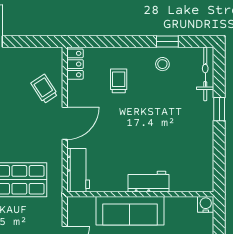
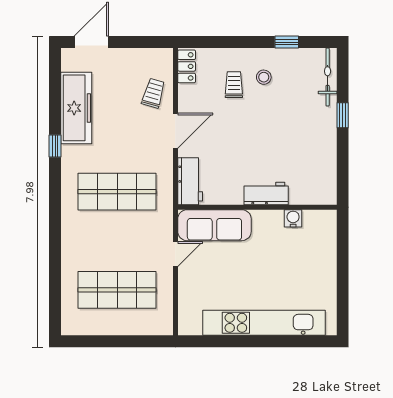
stool: (162, 64) -> (264, 77), moved
trolley: (44, 89) -> (153, 93), turned 49
water cooler: (206, 204) -> (293, 218), moved
sofa: (130, 211) -> (214, 225), moved

